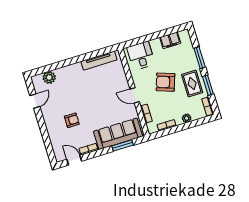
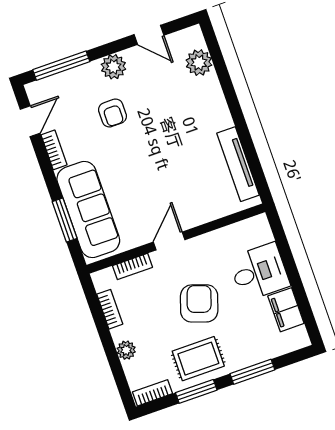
desk: (141, 56) -> (259, 272), moved
plant: (49, 119) -> (113, 67), added
window: (48, 144) -> (61, 66), added

